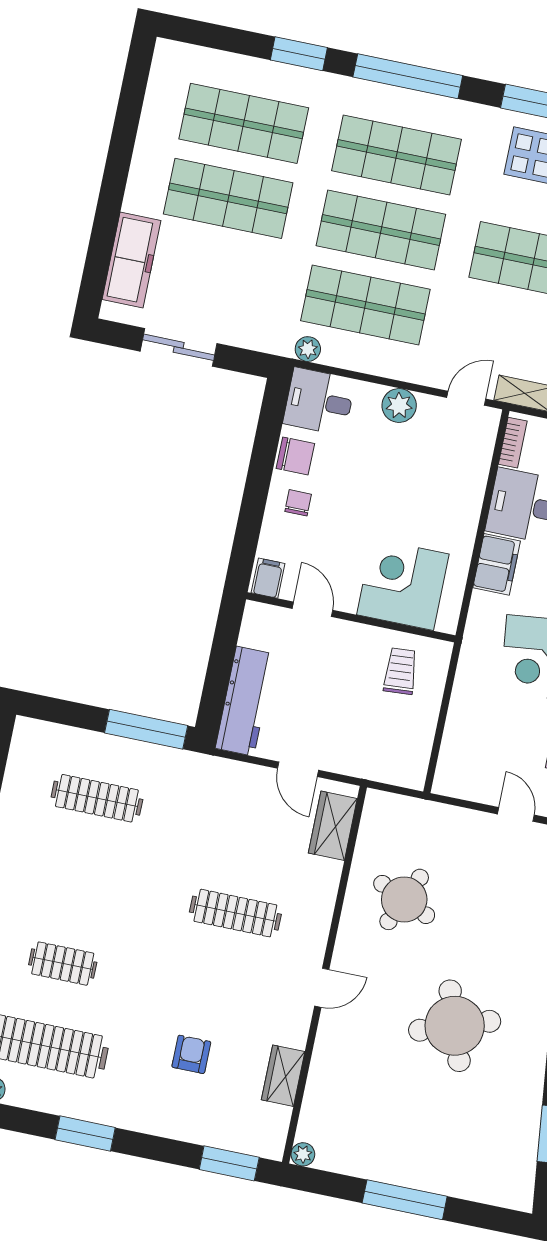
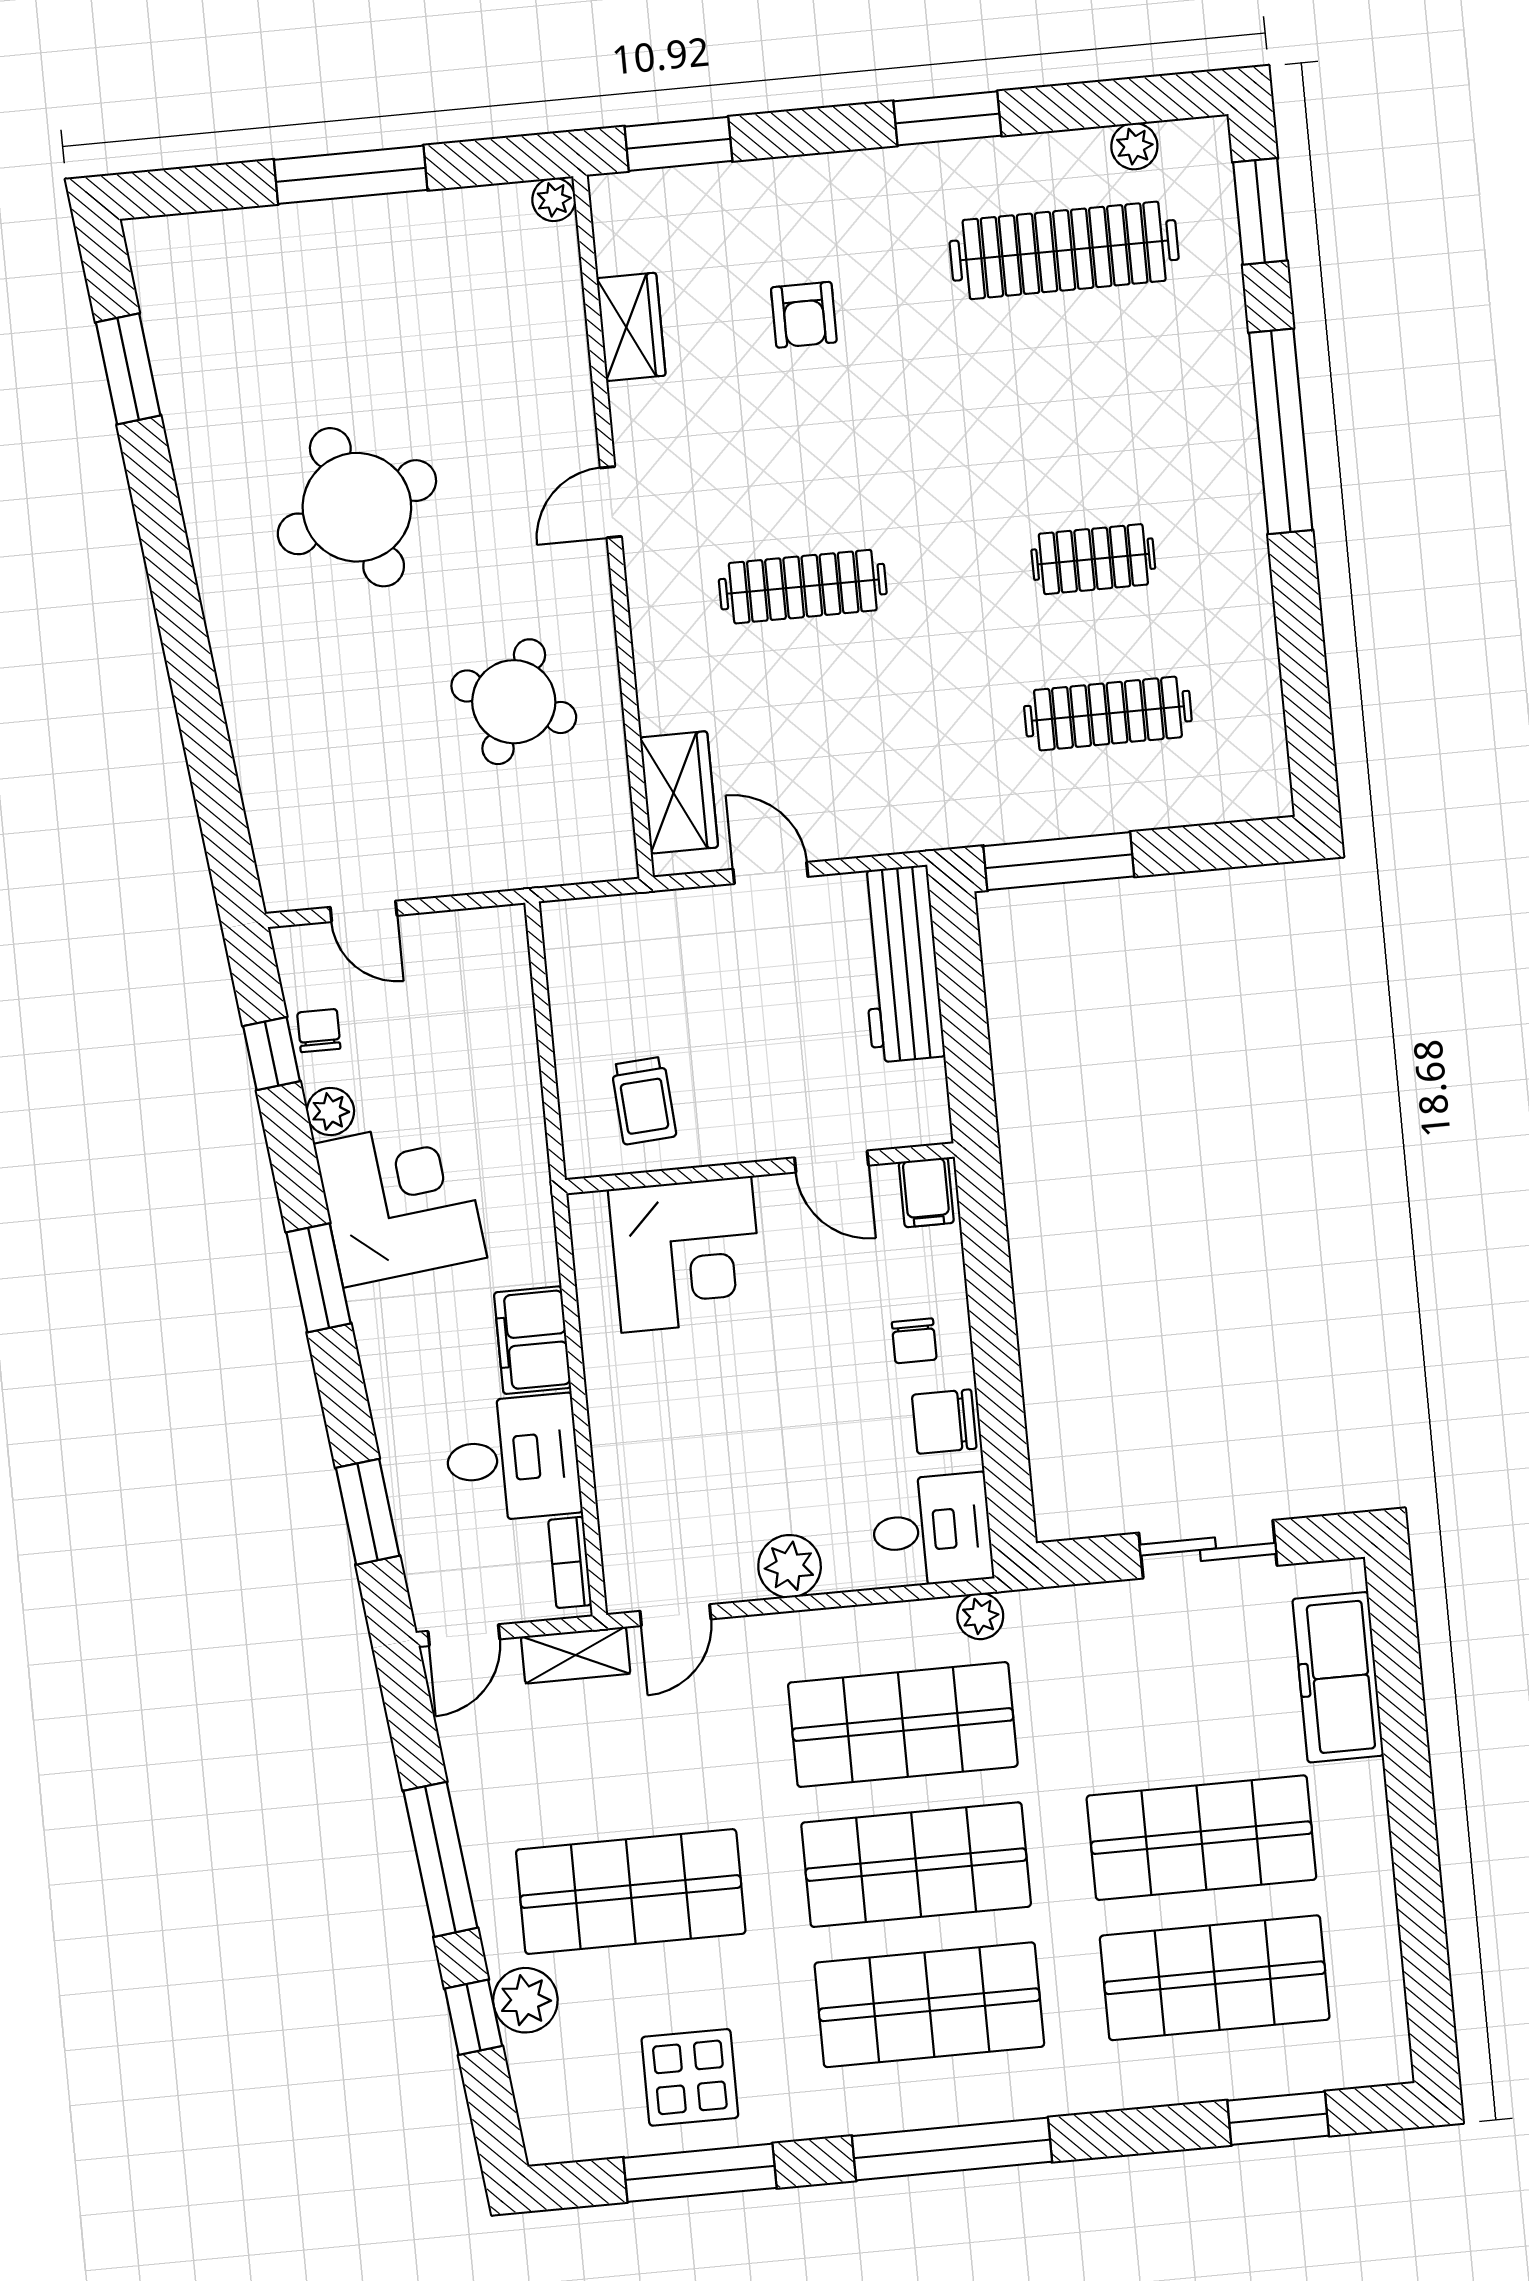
window: (299, 54) -> (1278, 2118), moved
clothes rail: (63, 964) -> (1093, 559), moved

